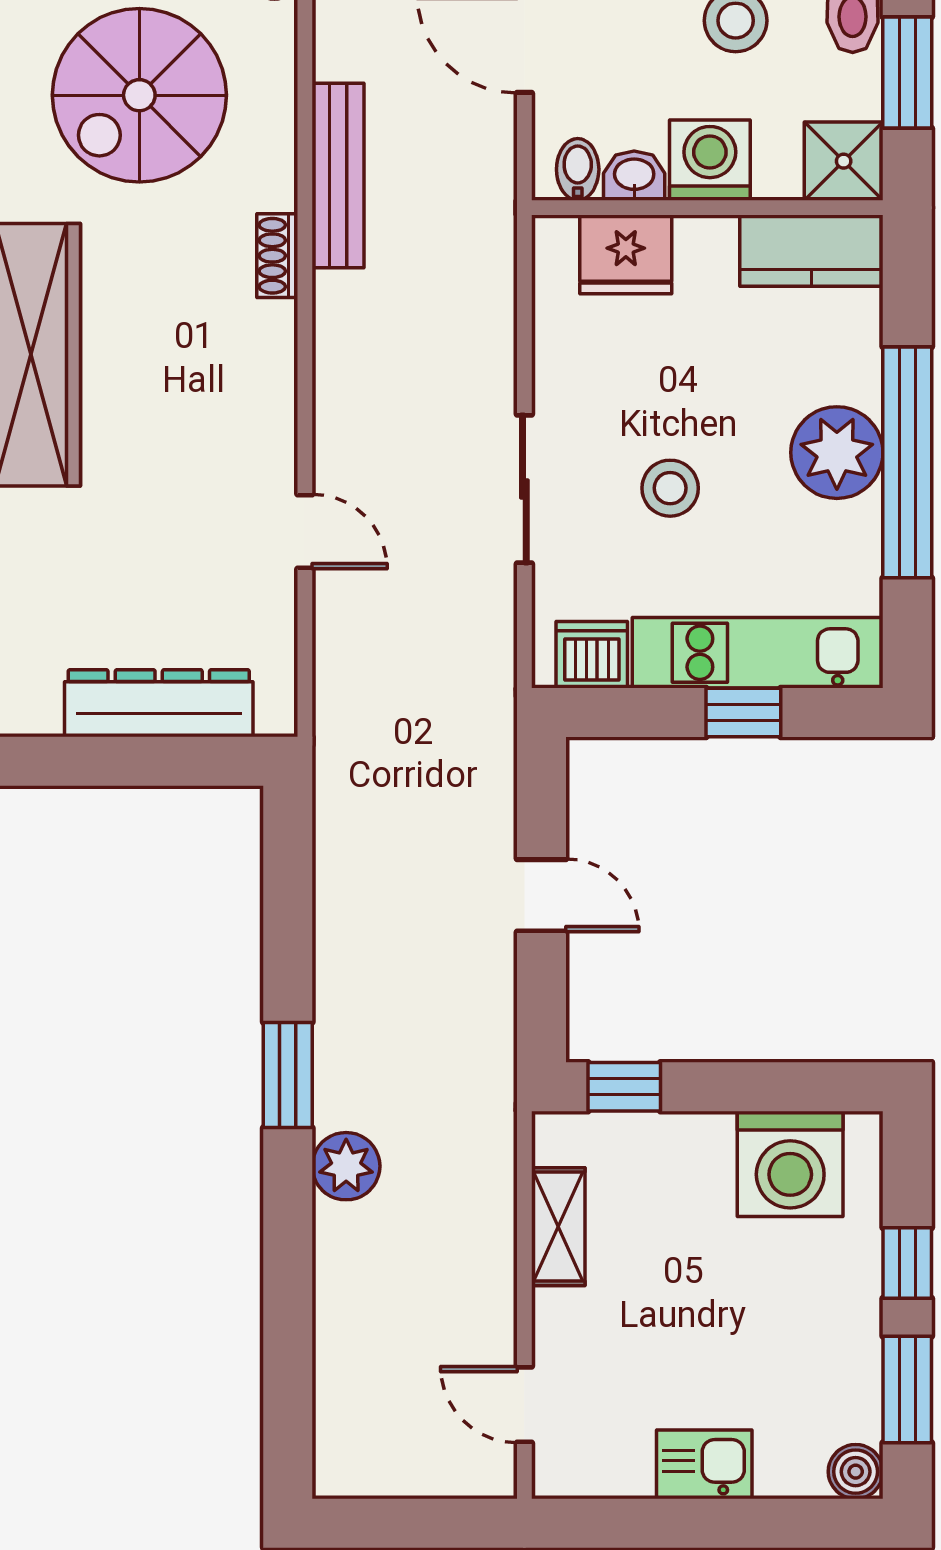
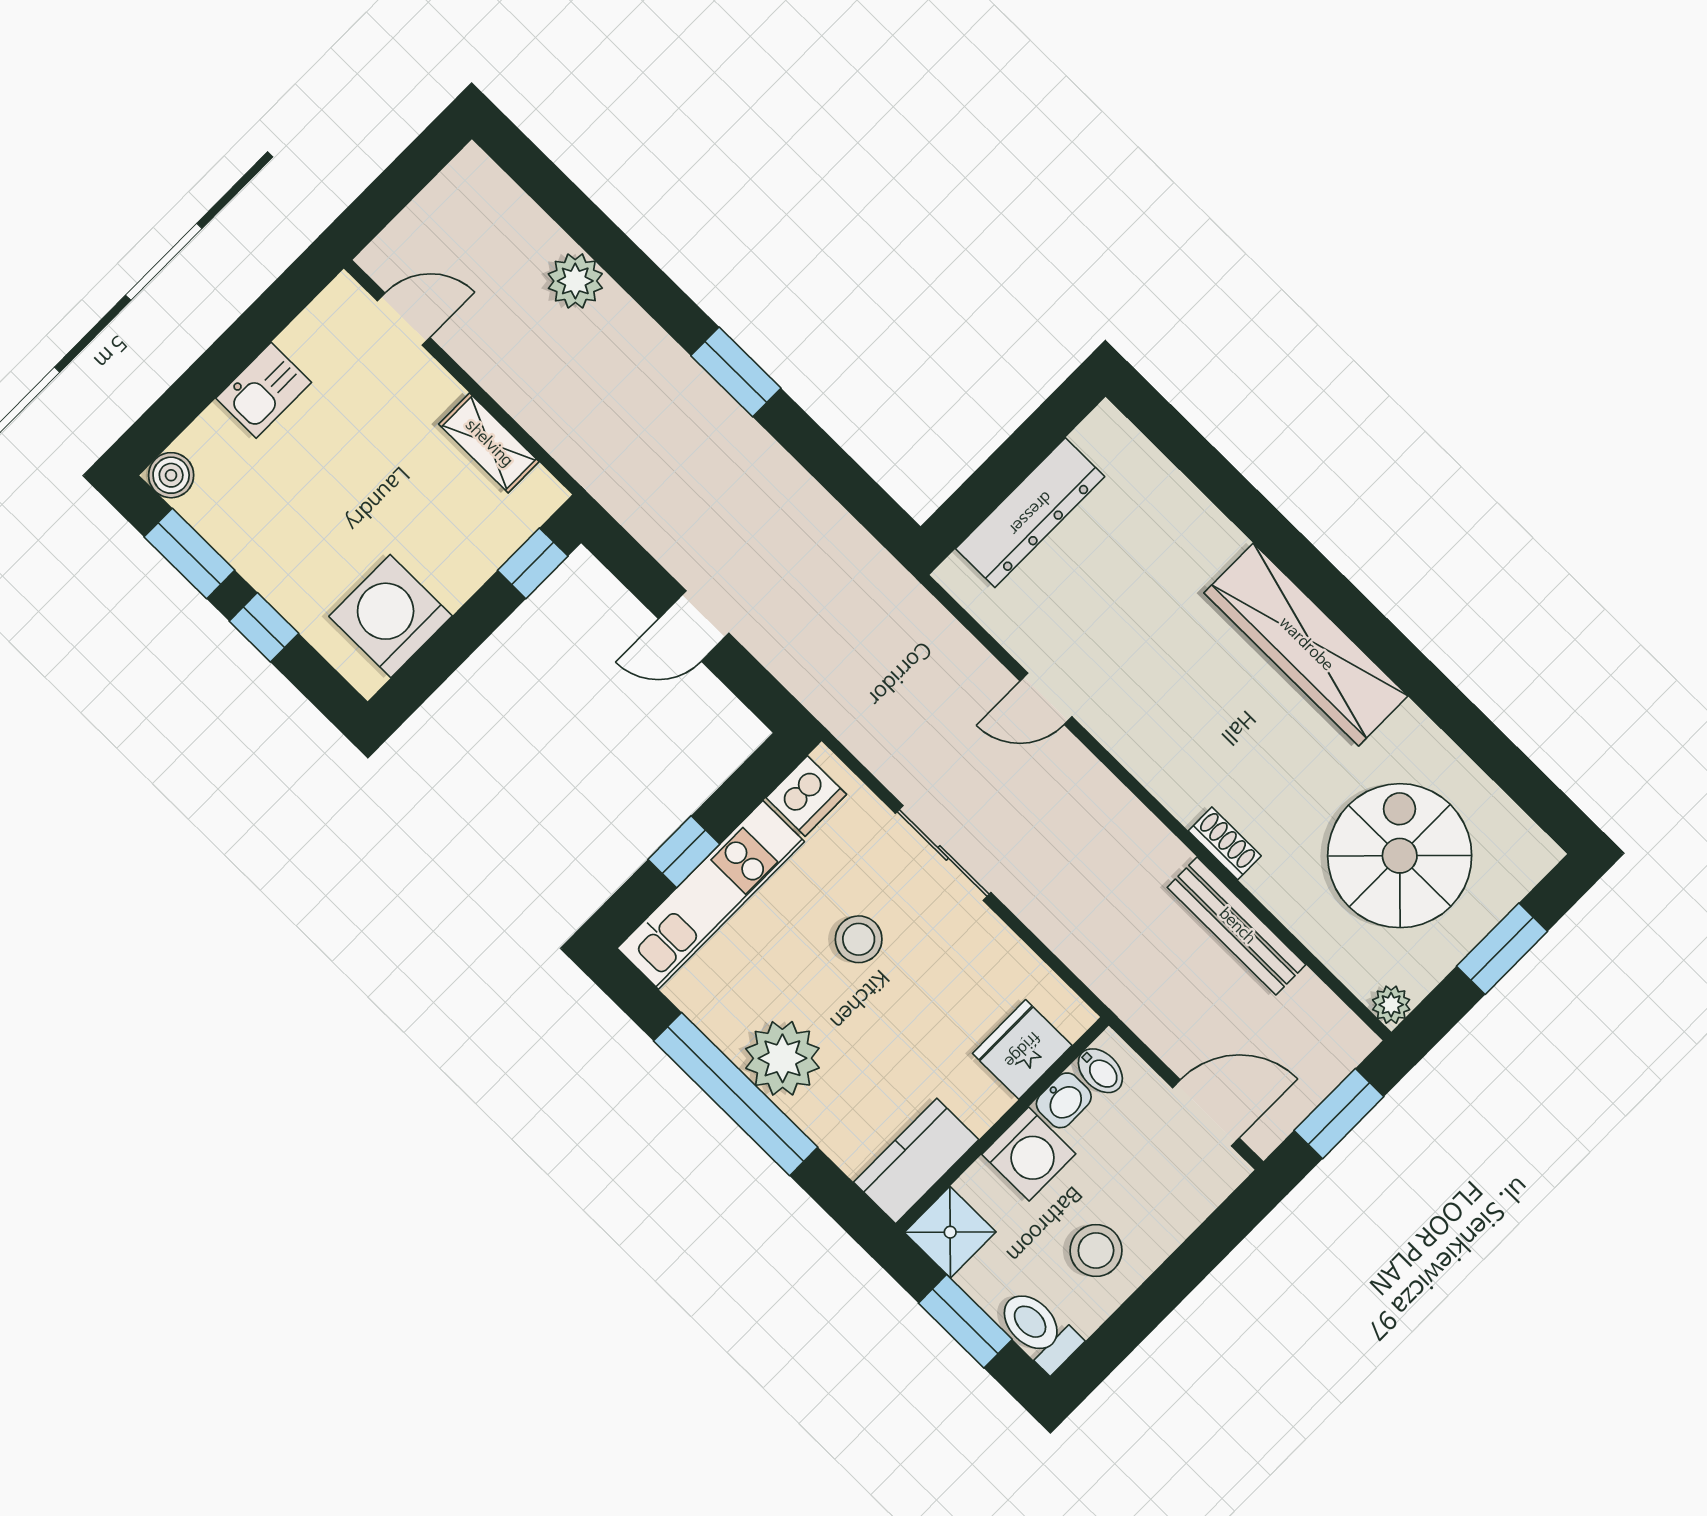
plant: (346, 1166) -> (575, 281), moved

